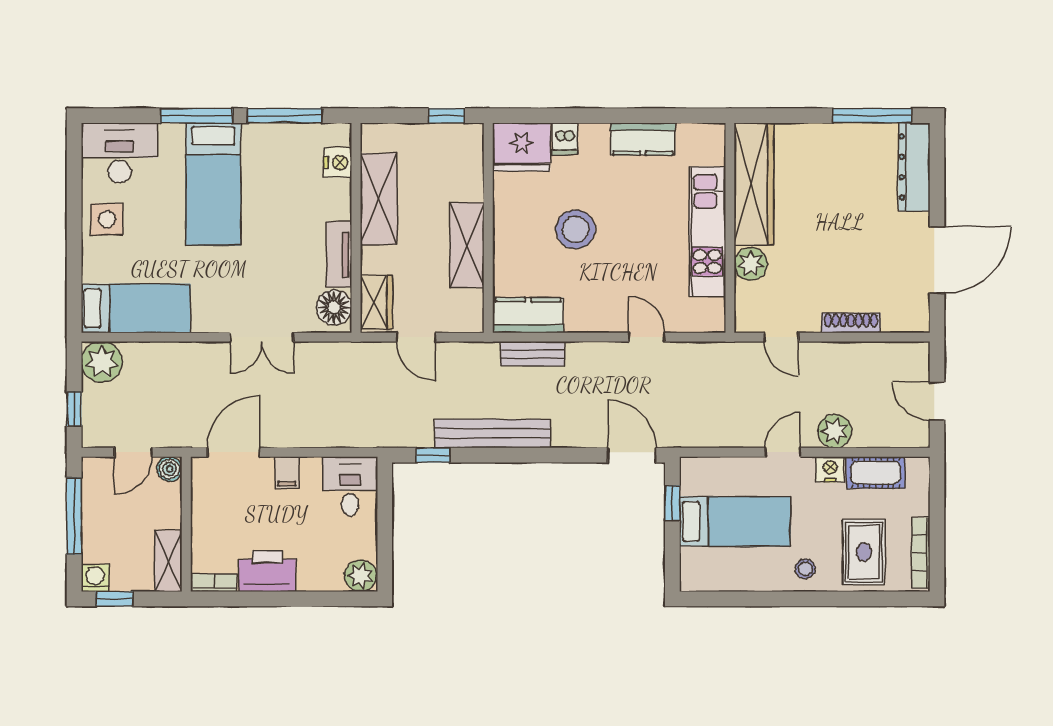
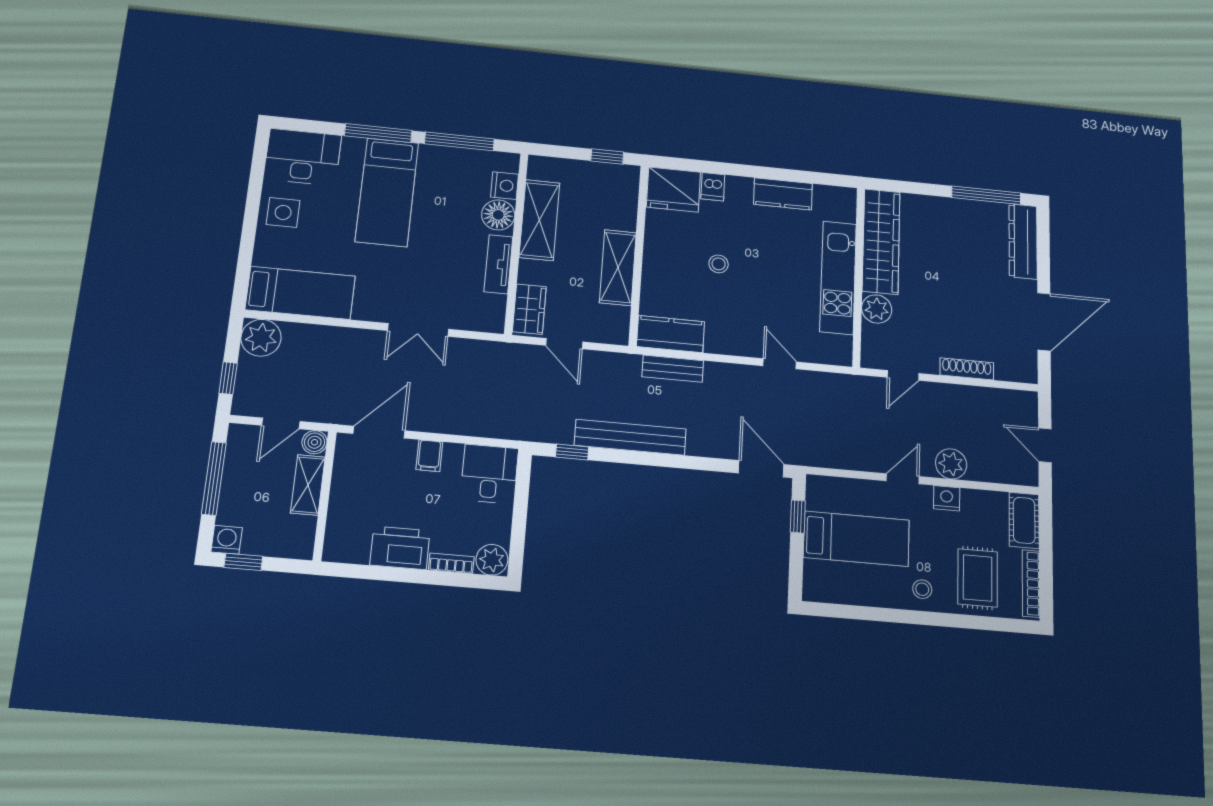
stool: (576, 229) -> (719, 264), width x0.53, depth x0.53
floor lamp: (334, 307) -> (498, 215), moved
door: (781, 337) -> (903, 375), hinge flipped
cot: (876, 472) -> (1024, 520), moved, turned 90
shelving: (168, 561) -> (308, 485), moved
bookcase: (214, 583) -> (451, 563), moved

